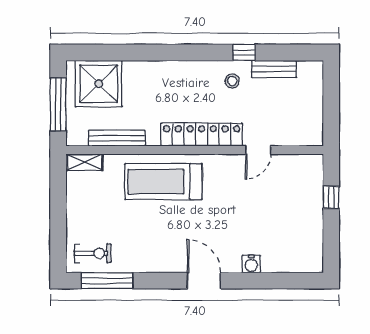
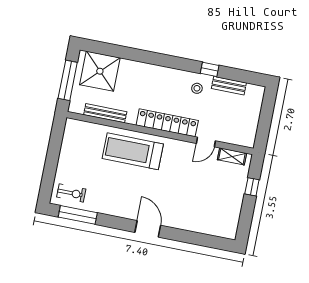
shelving: (84, 162) -> (232, 156), moved
water cooler: (251, 264) -> (185, 224), removed

